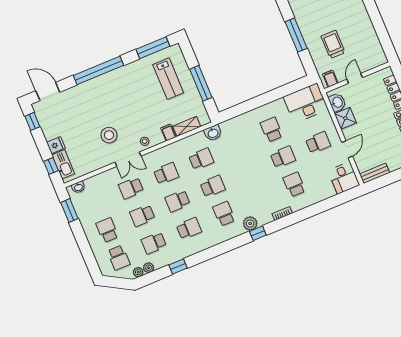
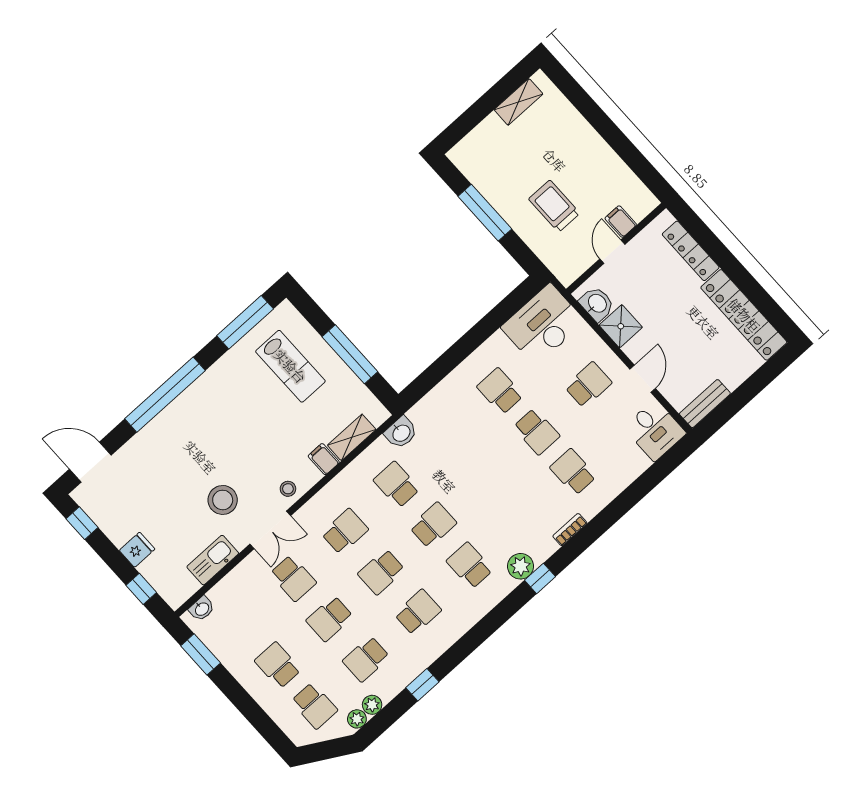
filing cabinet: (330, 79) -> (621, 222), moved
school desk: (283, 157) -> (537, 432), turned 90
school desk: (201, 159) -> (397, 485), turned -90
kitchen sink: (63, 164) -> (213, 560), moved, turned -90
school desk: (131, 188) -> (293, 578), turned -90

